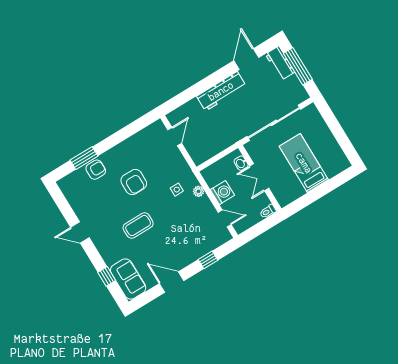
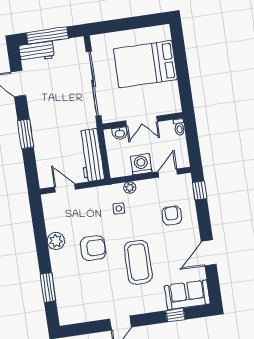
window: (206, 84) -> (26, 134), added
workbench: (221, 91) -> (91, 155), moved, turned 180
plant: (126, 148) -> (56, 241), added
bed: (304, 163) -> (145, 64), width x1.50
armchair: (96, 170) -> (172, 215), moved
coffee table: (138, 226) -> (138, 262), width x1.36, depth x1.32
window: (208, 260) -> (200, 191), moved

